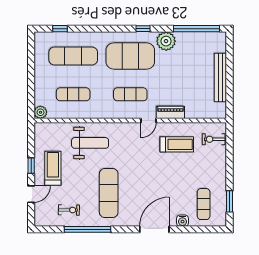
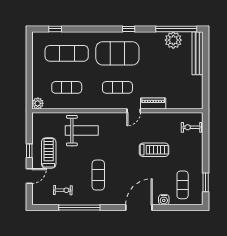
plant: (166, 41) -> (173, 40), moved
bench: (220, 78) -> (198, 53), moved
treadmill: (177, 144) -> (154, 150), moved
exercise mat: (109, 193) -> (98, 175), width x0.73, depth x0.69

